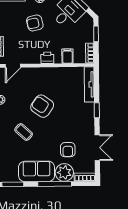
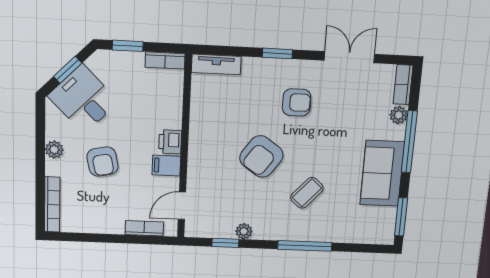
filing cabinet: (67, 56) -> (166, 165), moved
door: (13, 66) -> (182, 206), swing flipped
tv unit: (89, 84) -> (216, 64), width x0.71
armchair: (68, 150) -> (297, 102), moved
plant: (64, 172) -> (399, 115), width x0.53, depth x0.53

